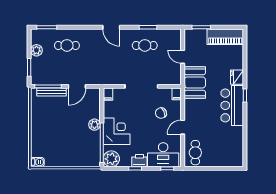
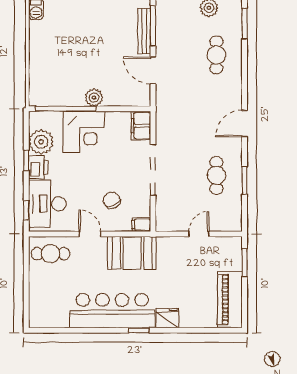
booth: (195, 82) -> (132, 253), moved
filing cabinet: (108, 94) -> (141, 126), width x2.00
bar counter: (232, 105) -> (112, 311), width x1.36
plant: (111, 159) -> (41, 142), moved

